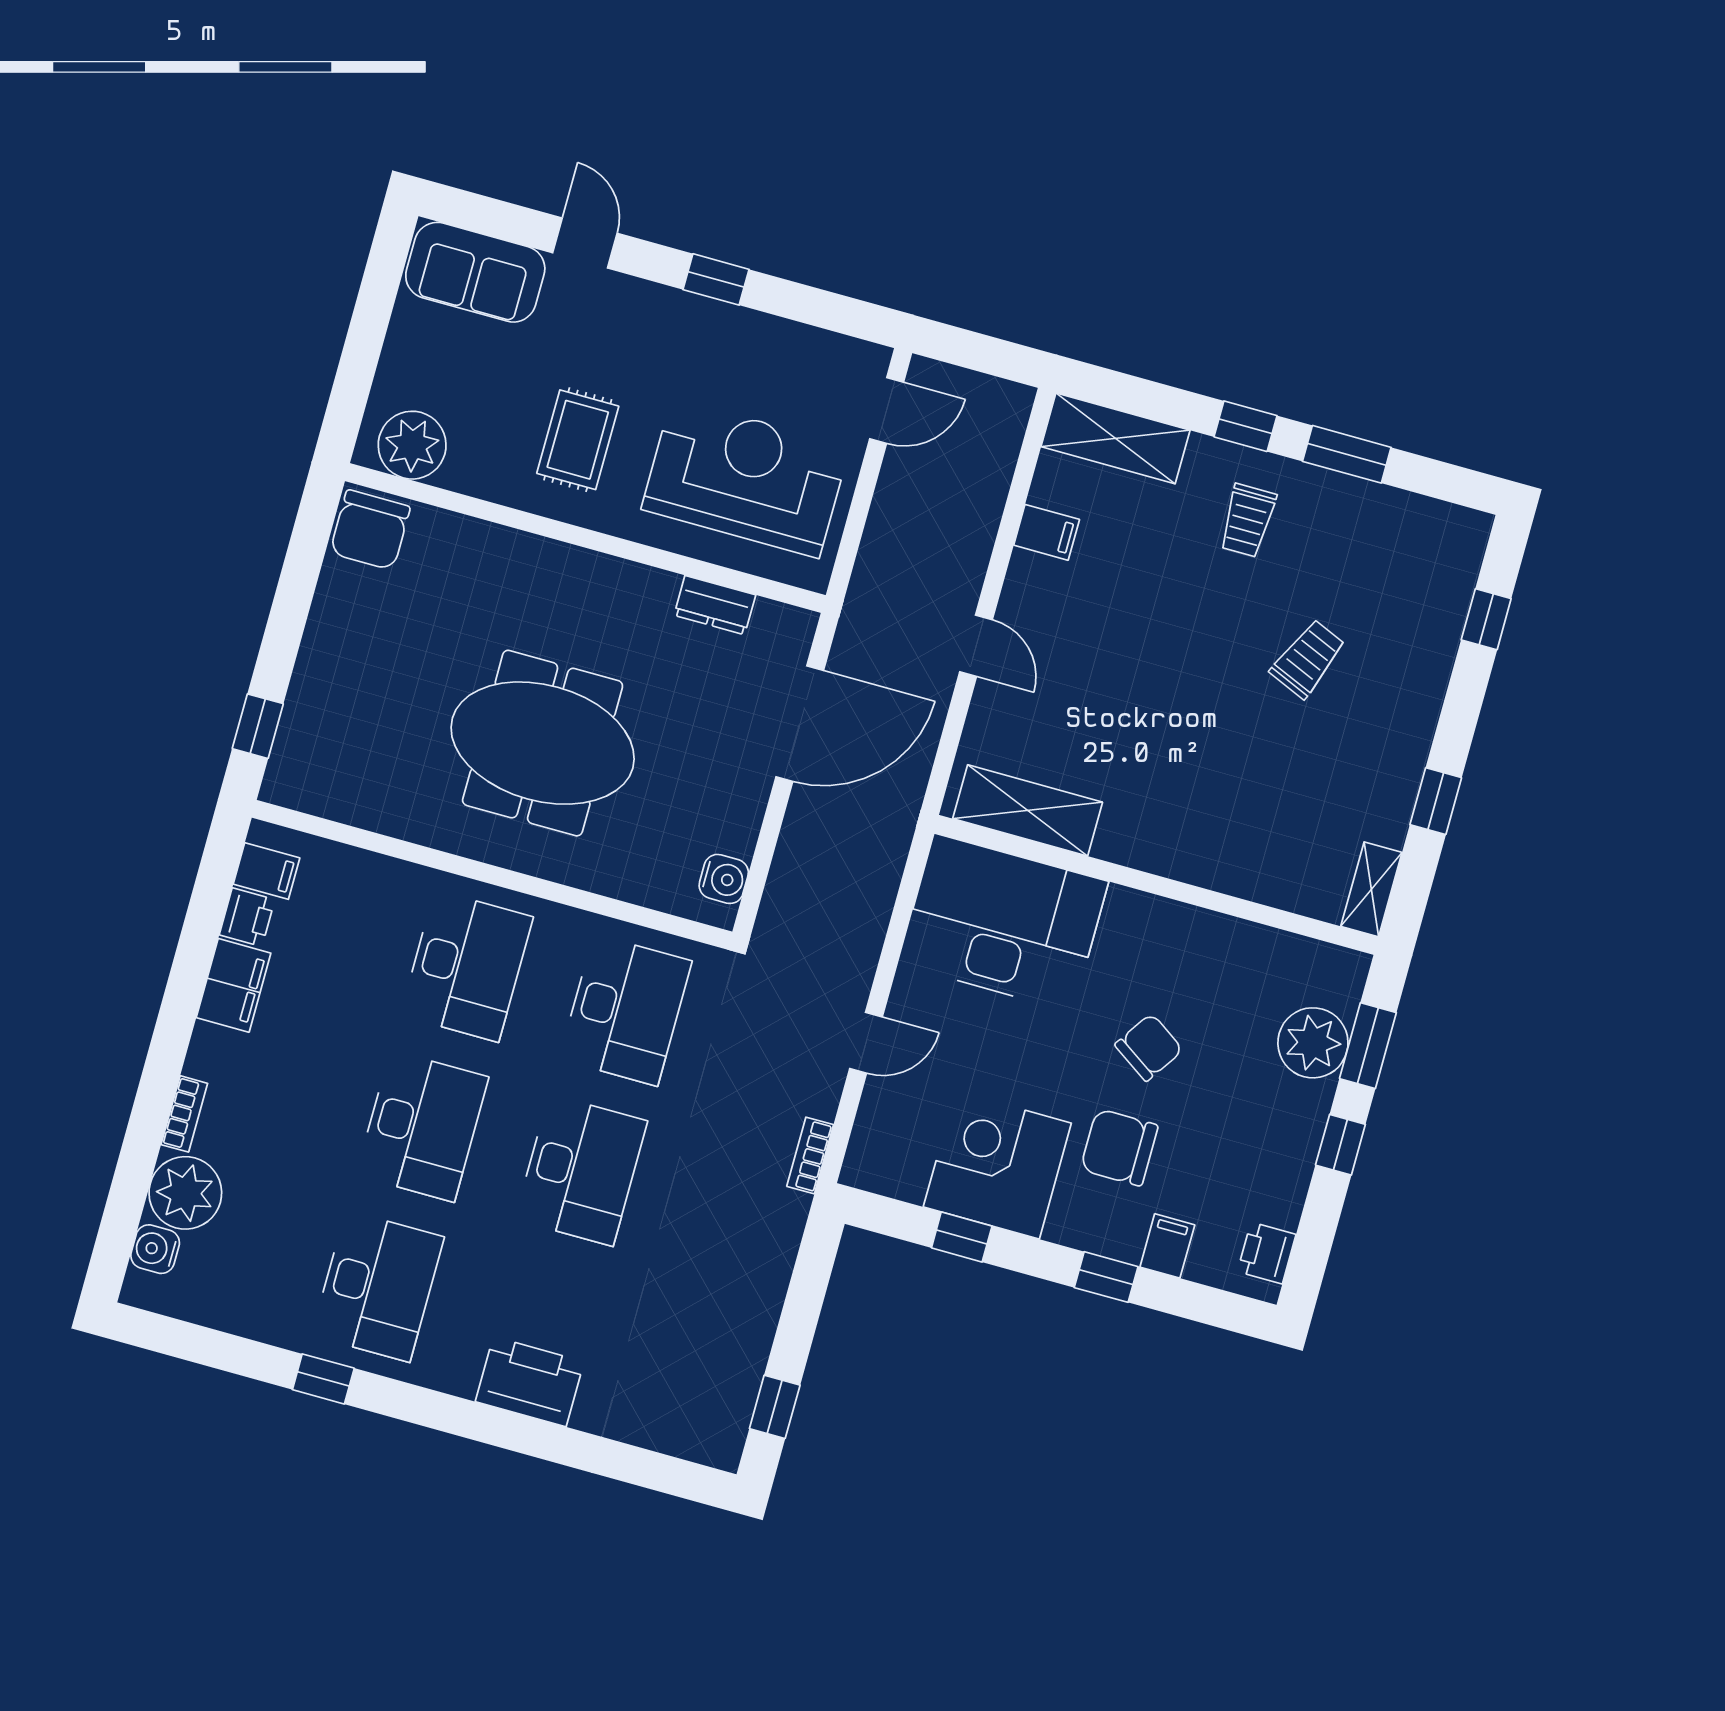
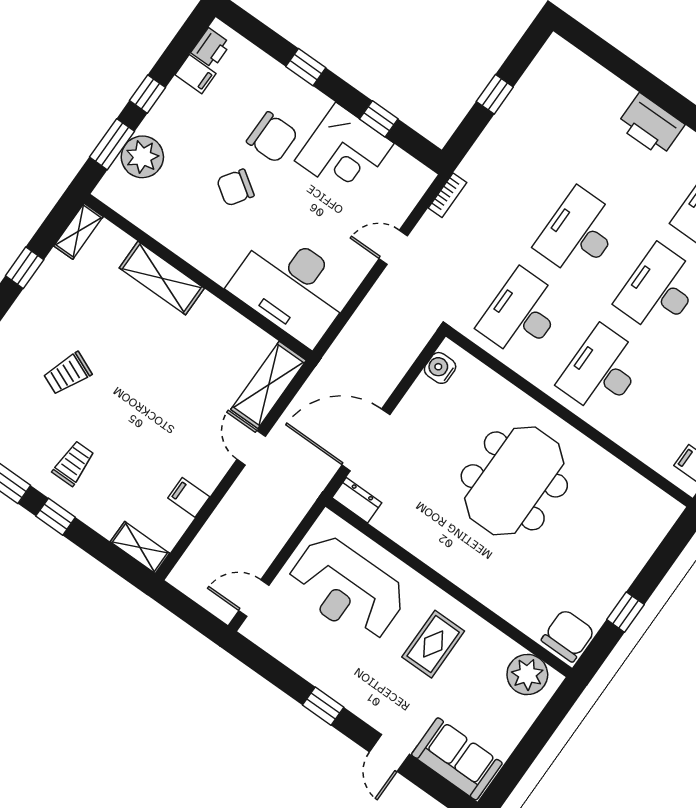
shelving: (1116, 438) -> (140, 547), width x0.67, depth x0.75
dresser: (715, 605) -> (357, 500), moved
window: (258, 726) -> (625, 612), moved
meeting table: (543, 743) -> (514, 481), turned 90
shelving: (1028, 810) -> (269, 385), moved, turned 90
shelving: (1213, 863) -> (162, 278), added
filing cabinet: (1167, 1246) -> (196, 74), moved, turned -90
window: (775, 1407) -> (495, 94), moved

